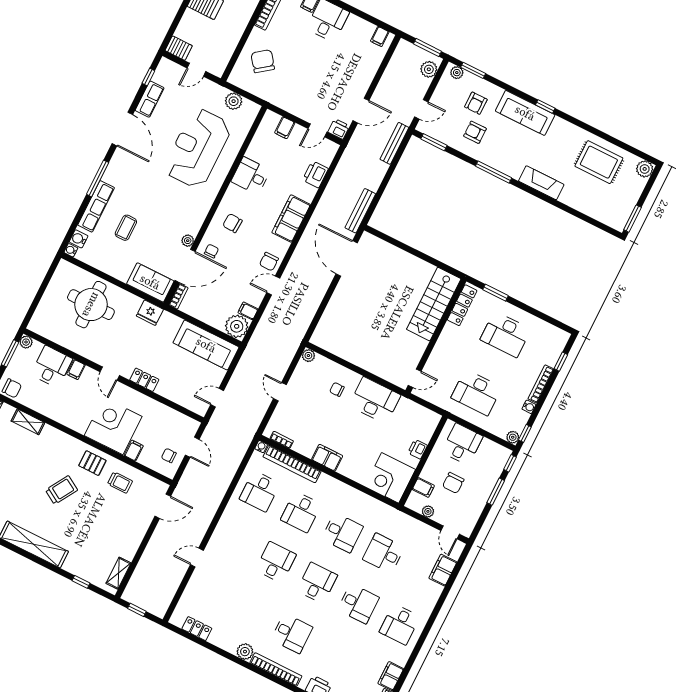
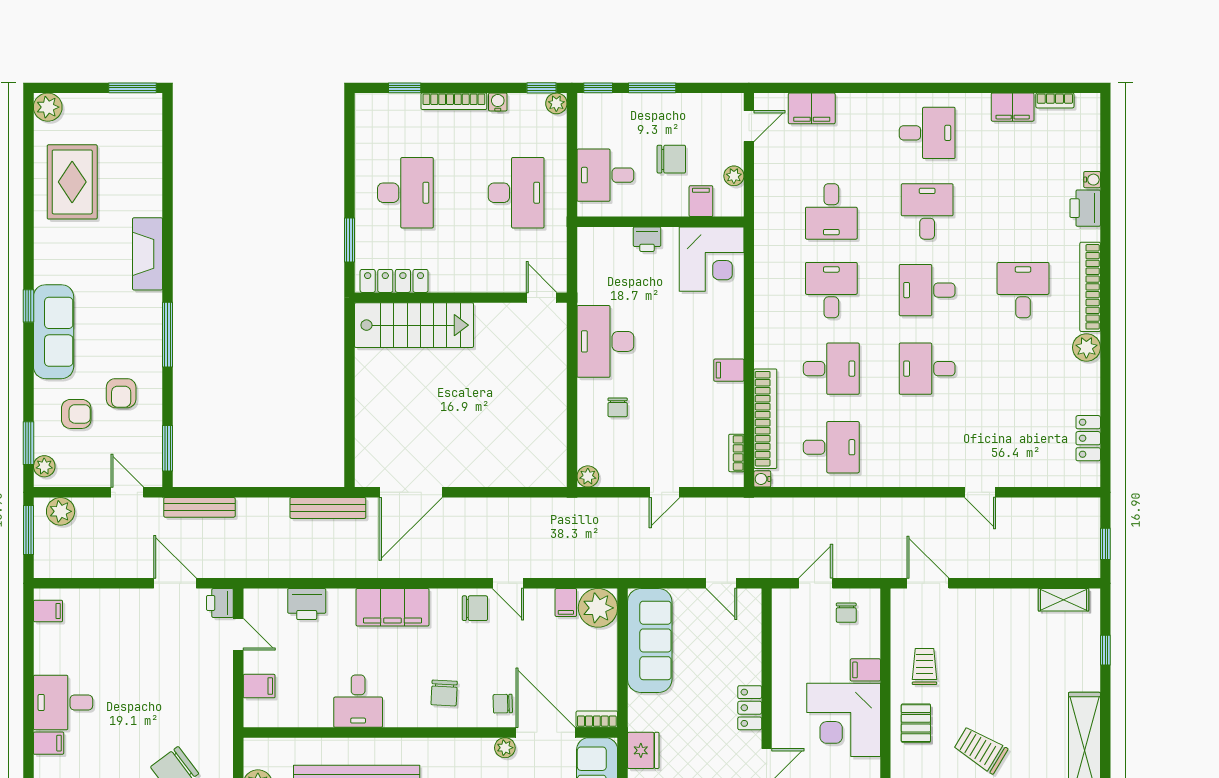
filing cabinet: (327, 458) -> (729, 370), width x0.50

